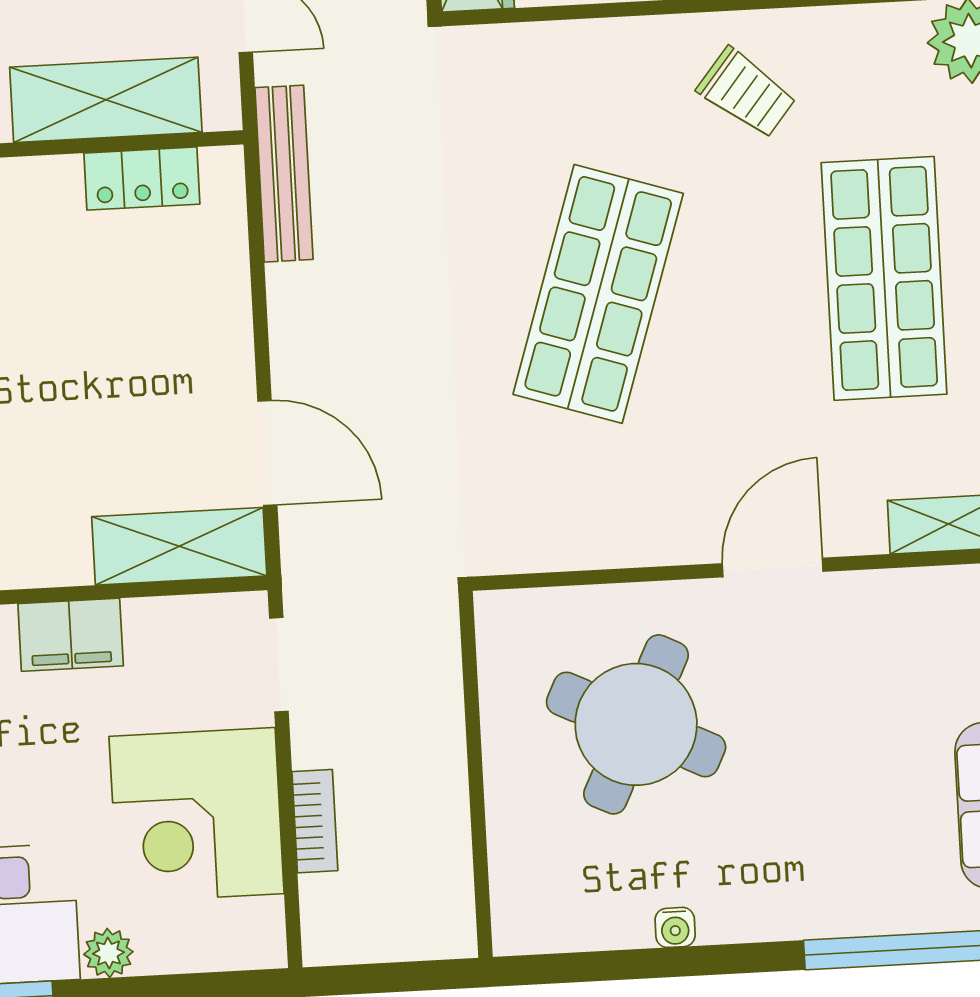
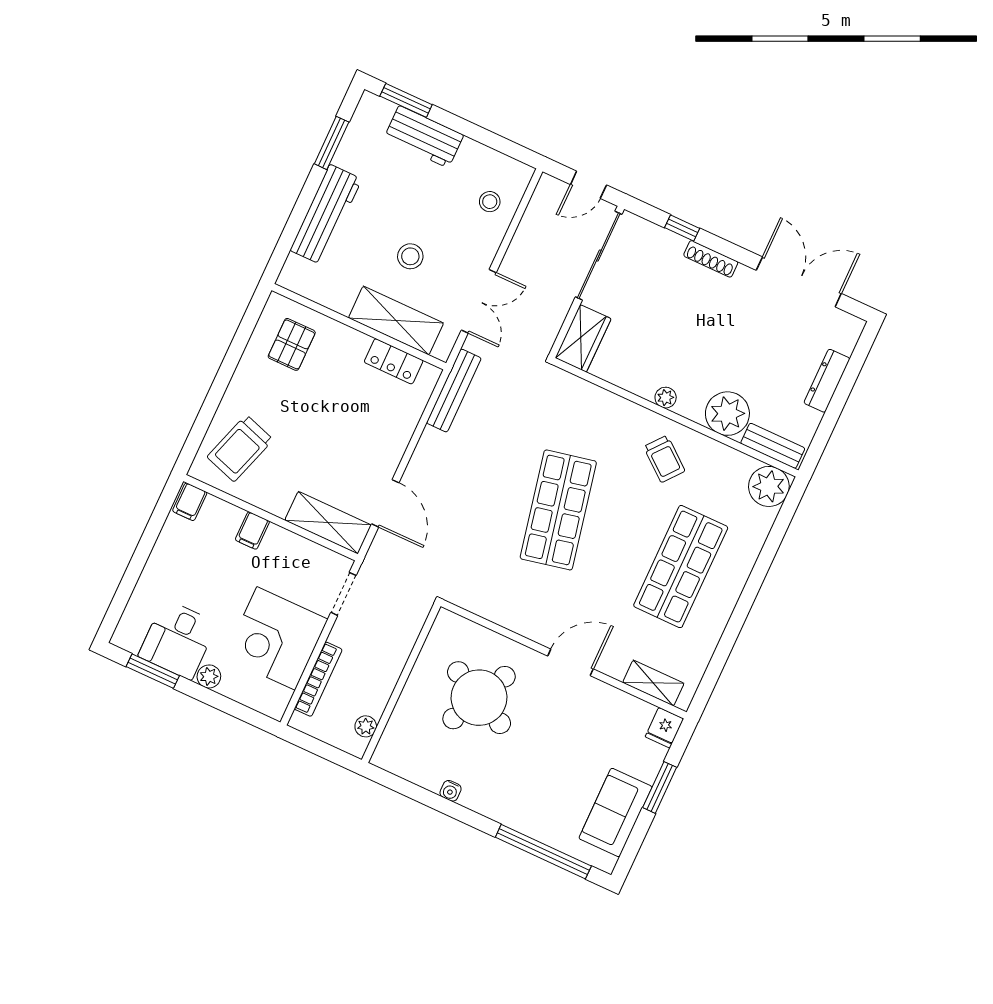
shop shelf: (598, 294) -> (558, 510), turned -30
filing cabinet: (71, 635) -> (252, 531), width x0.50
bookcase: (315, 821) -> (318, 679), width x1.56
plant: (452, 891) -> (366, 726), added

